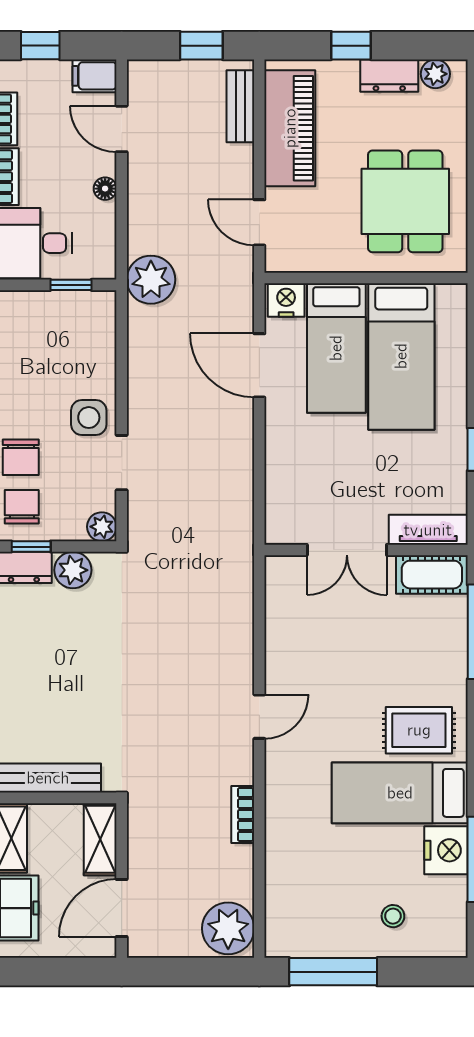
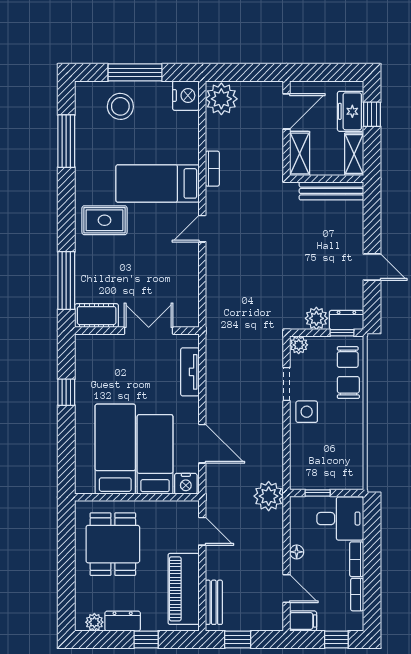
tv unit: (428, 530) -> (190, 372), moved, turned 90
bed: (400, 793) -> (157, 183), moved, turned 180
nightstand: (446, 850) -> (186, 96), moved, turned 180
stool: (393, 916) -> (120, 106), width x1.89, depth x1.89
window: (333, 972) -> (135, 72), moved

